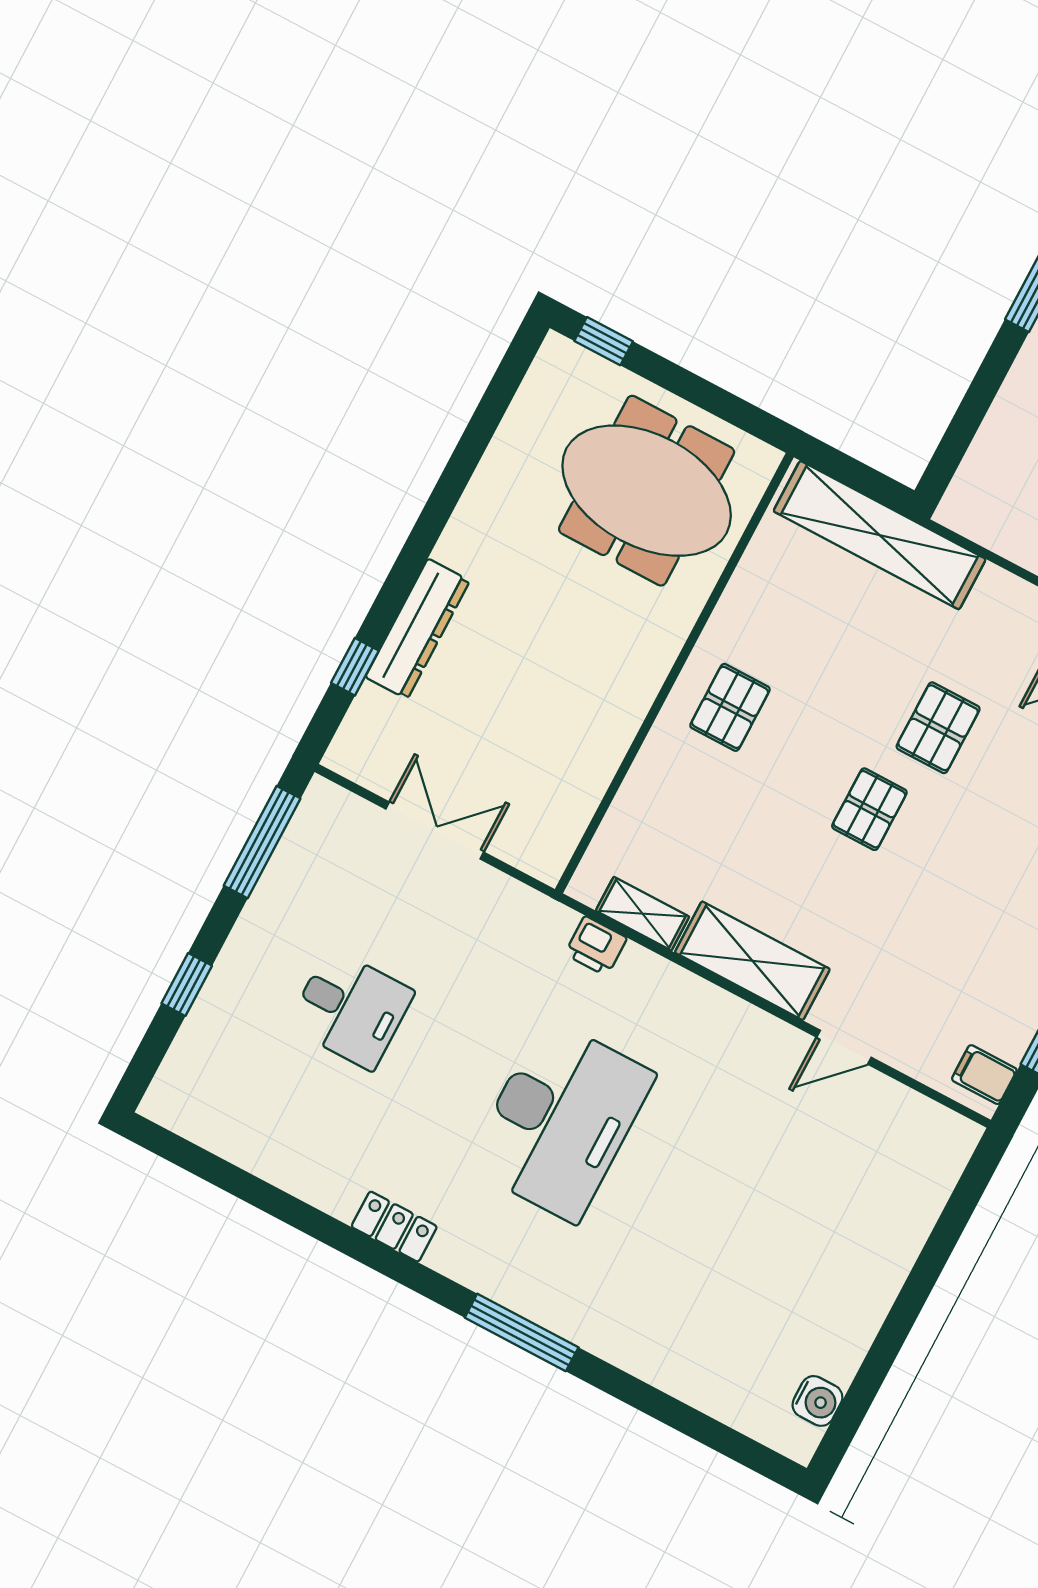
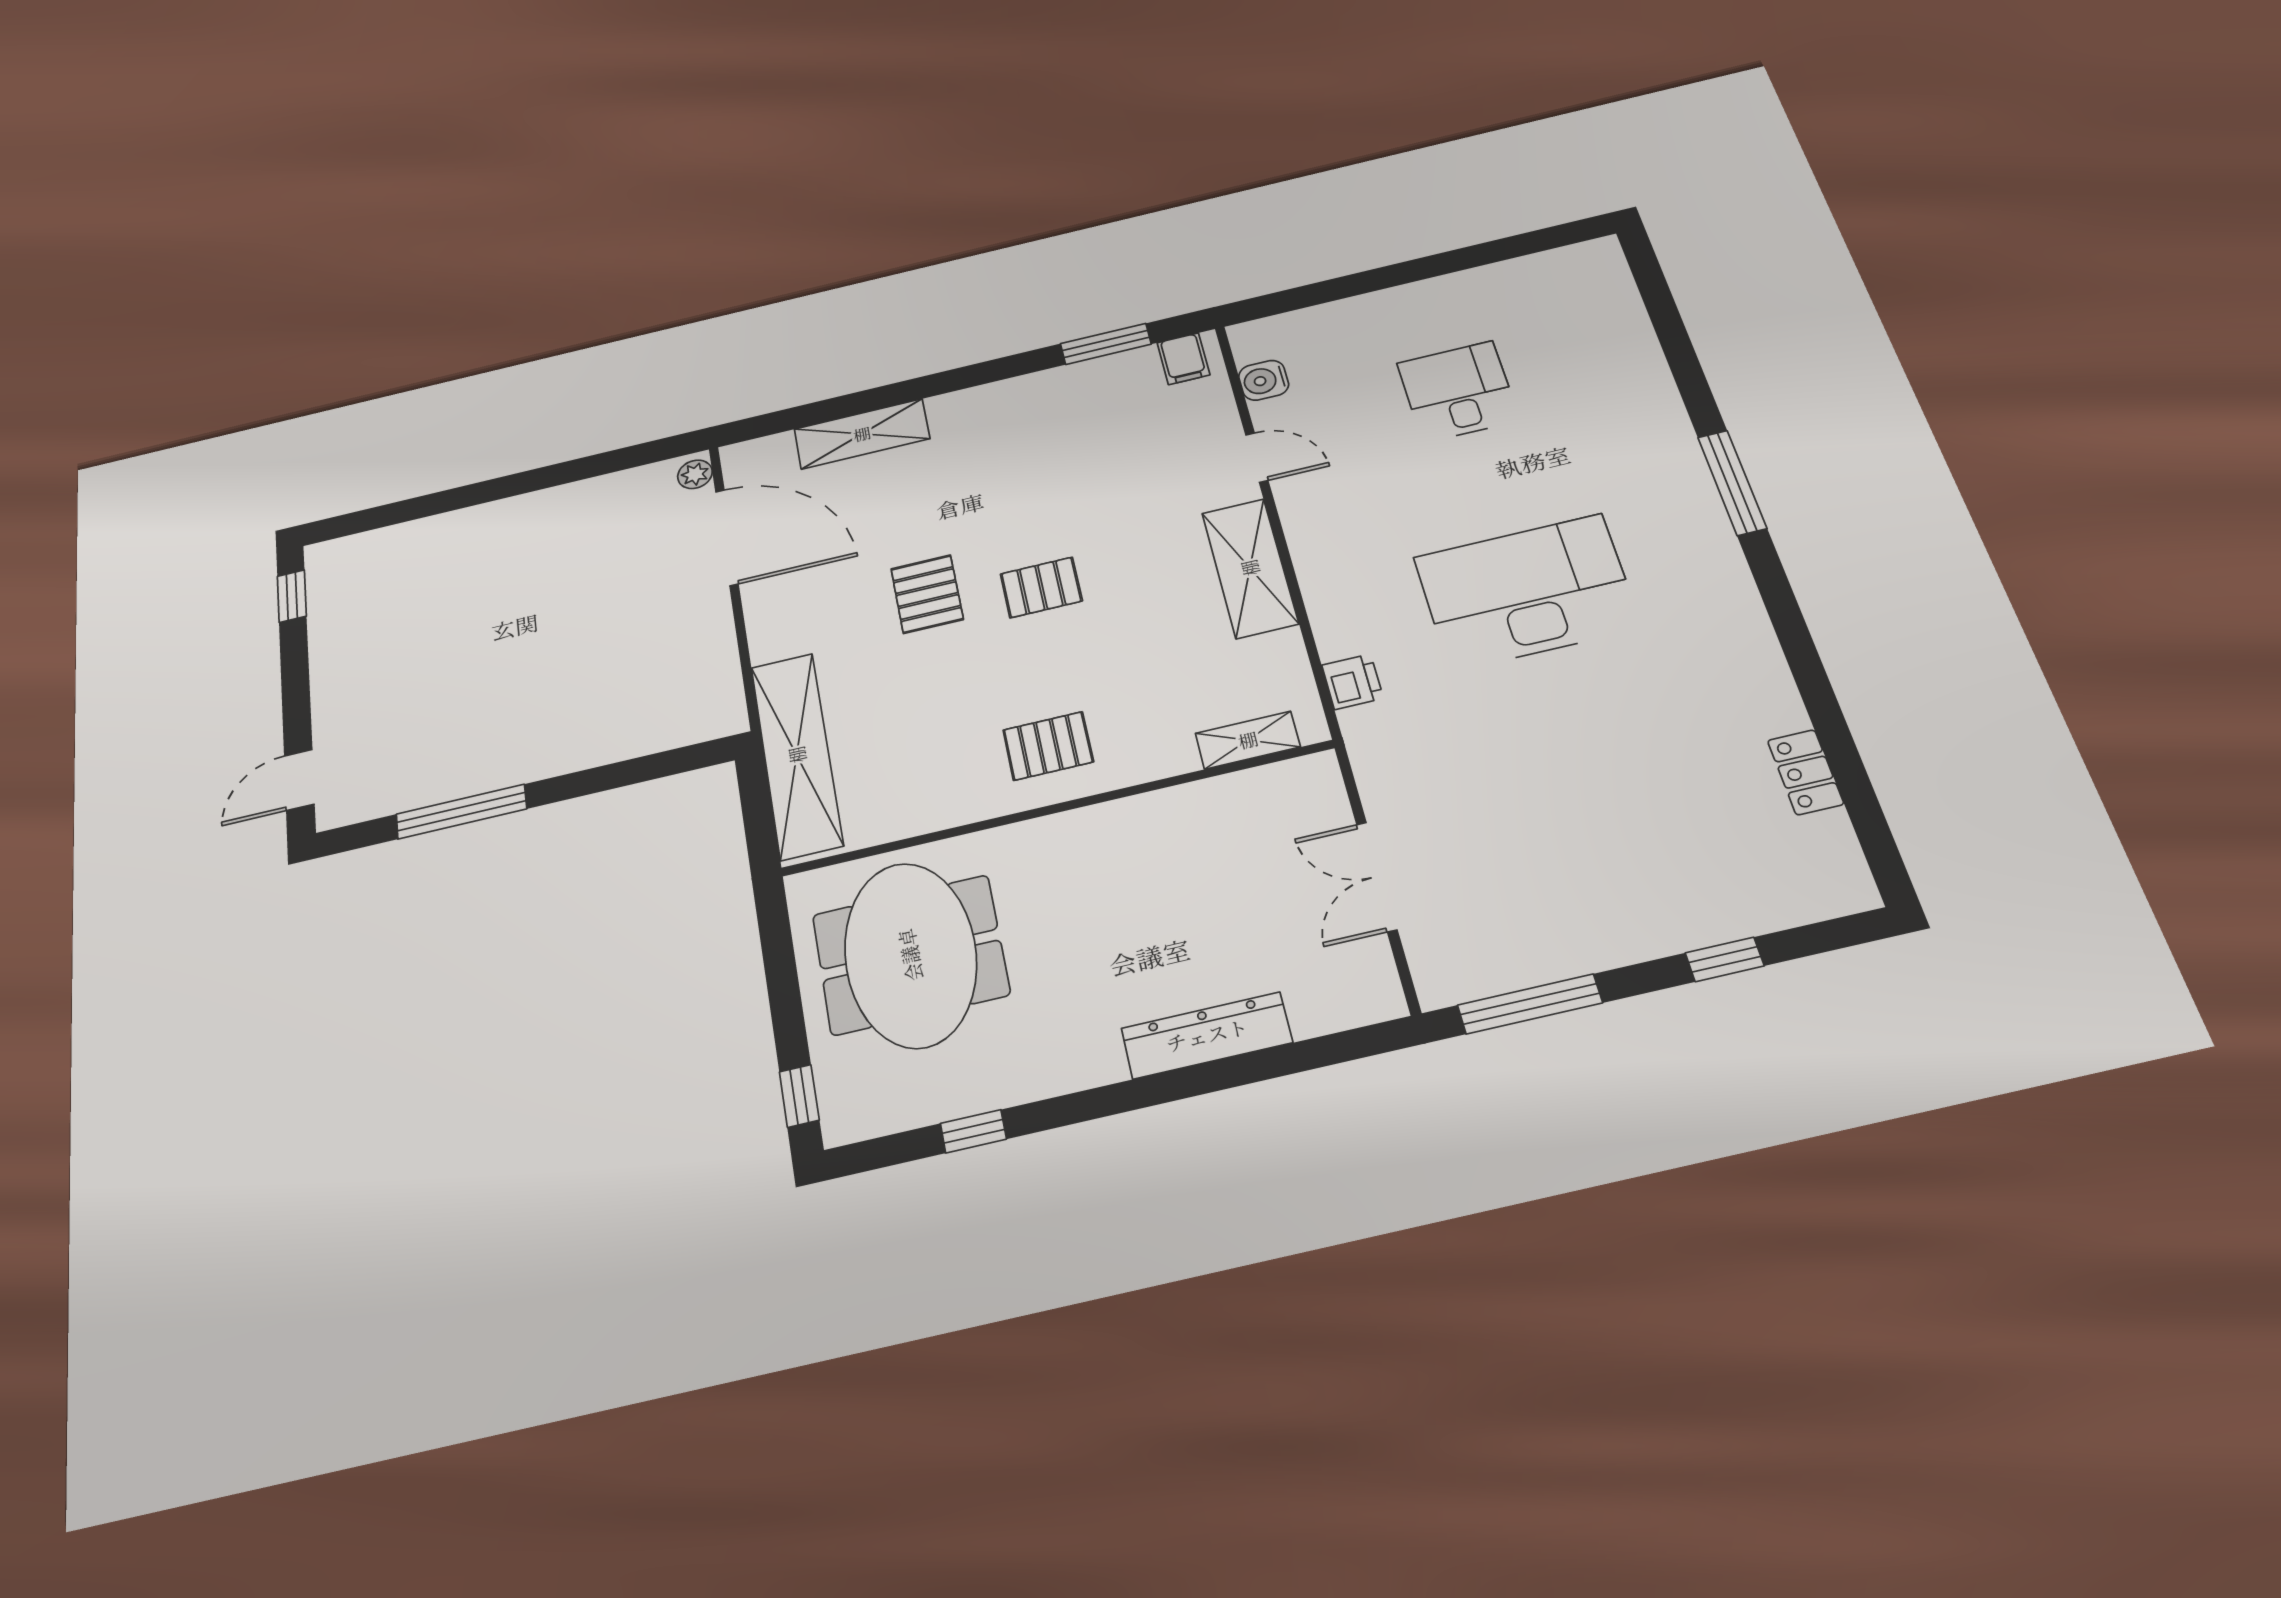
window: (355, 667) -> (973, 1131), moved
pallet: (938, 728) -> (927, 594), turned 90
shelving: (643, 914) -> (1248, 740), moved, turned 90
desk: (351, 1009) -> (1458, 392), moved
locker: (394, 1227) -> (1805, 772), moved
water cooler: (817, 1401) -> (1264, 380), moved, turned -90

